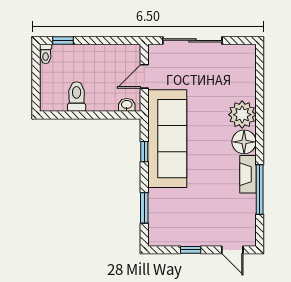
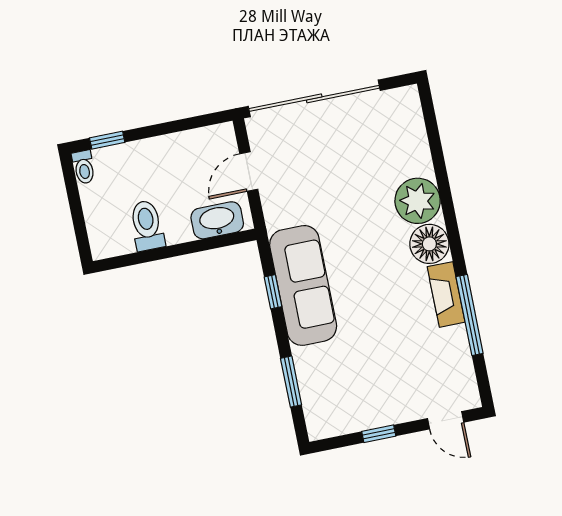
sliding door: (192, 40) -> (314, 98), width x1.36
washbasin: (127, 105) -> (217, 220), width x1.91, depth x1.45
sofa: (167, 139) -> (303, 285), width x0.74, depth x0.79

